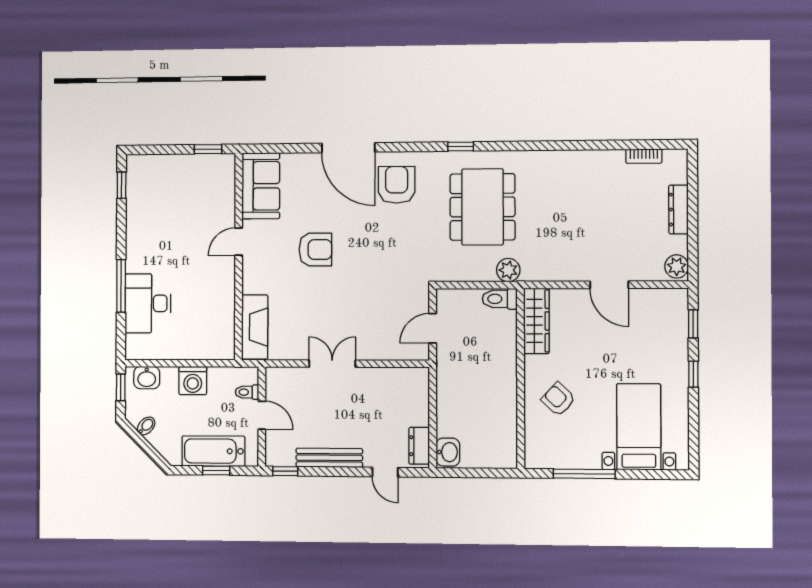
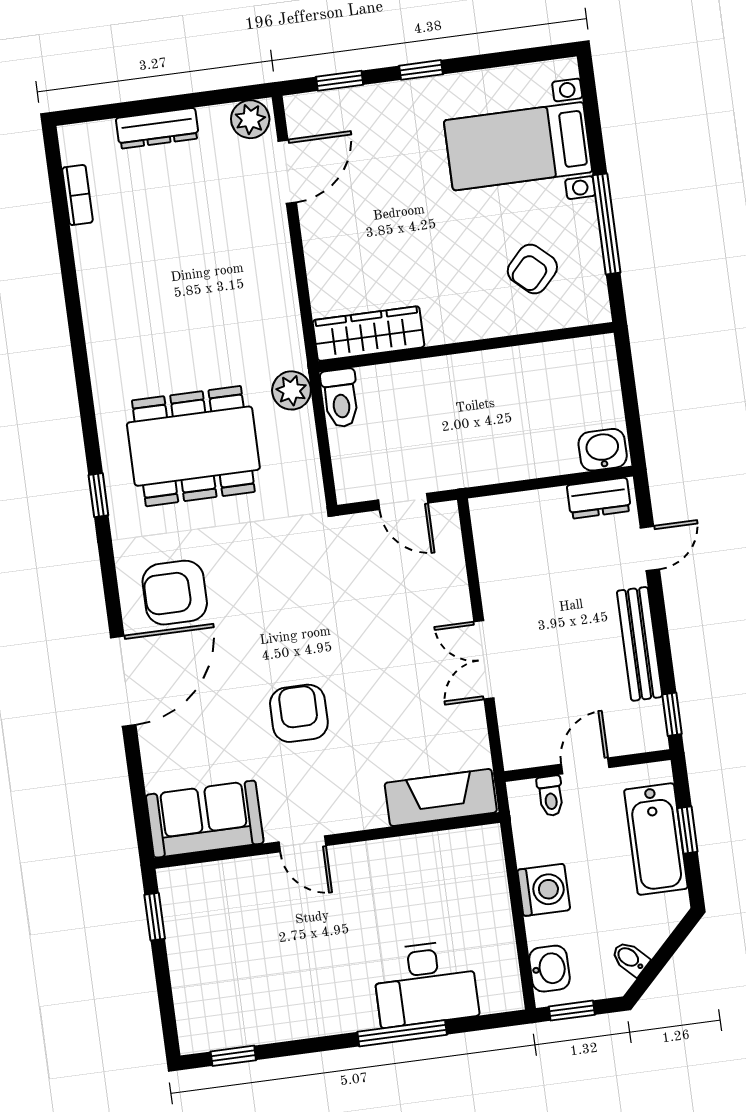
door: (609, 285) -> (287, 172), moved
armchair: (558, 399) -> (532, 269), moved

